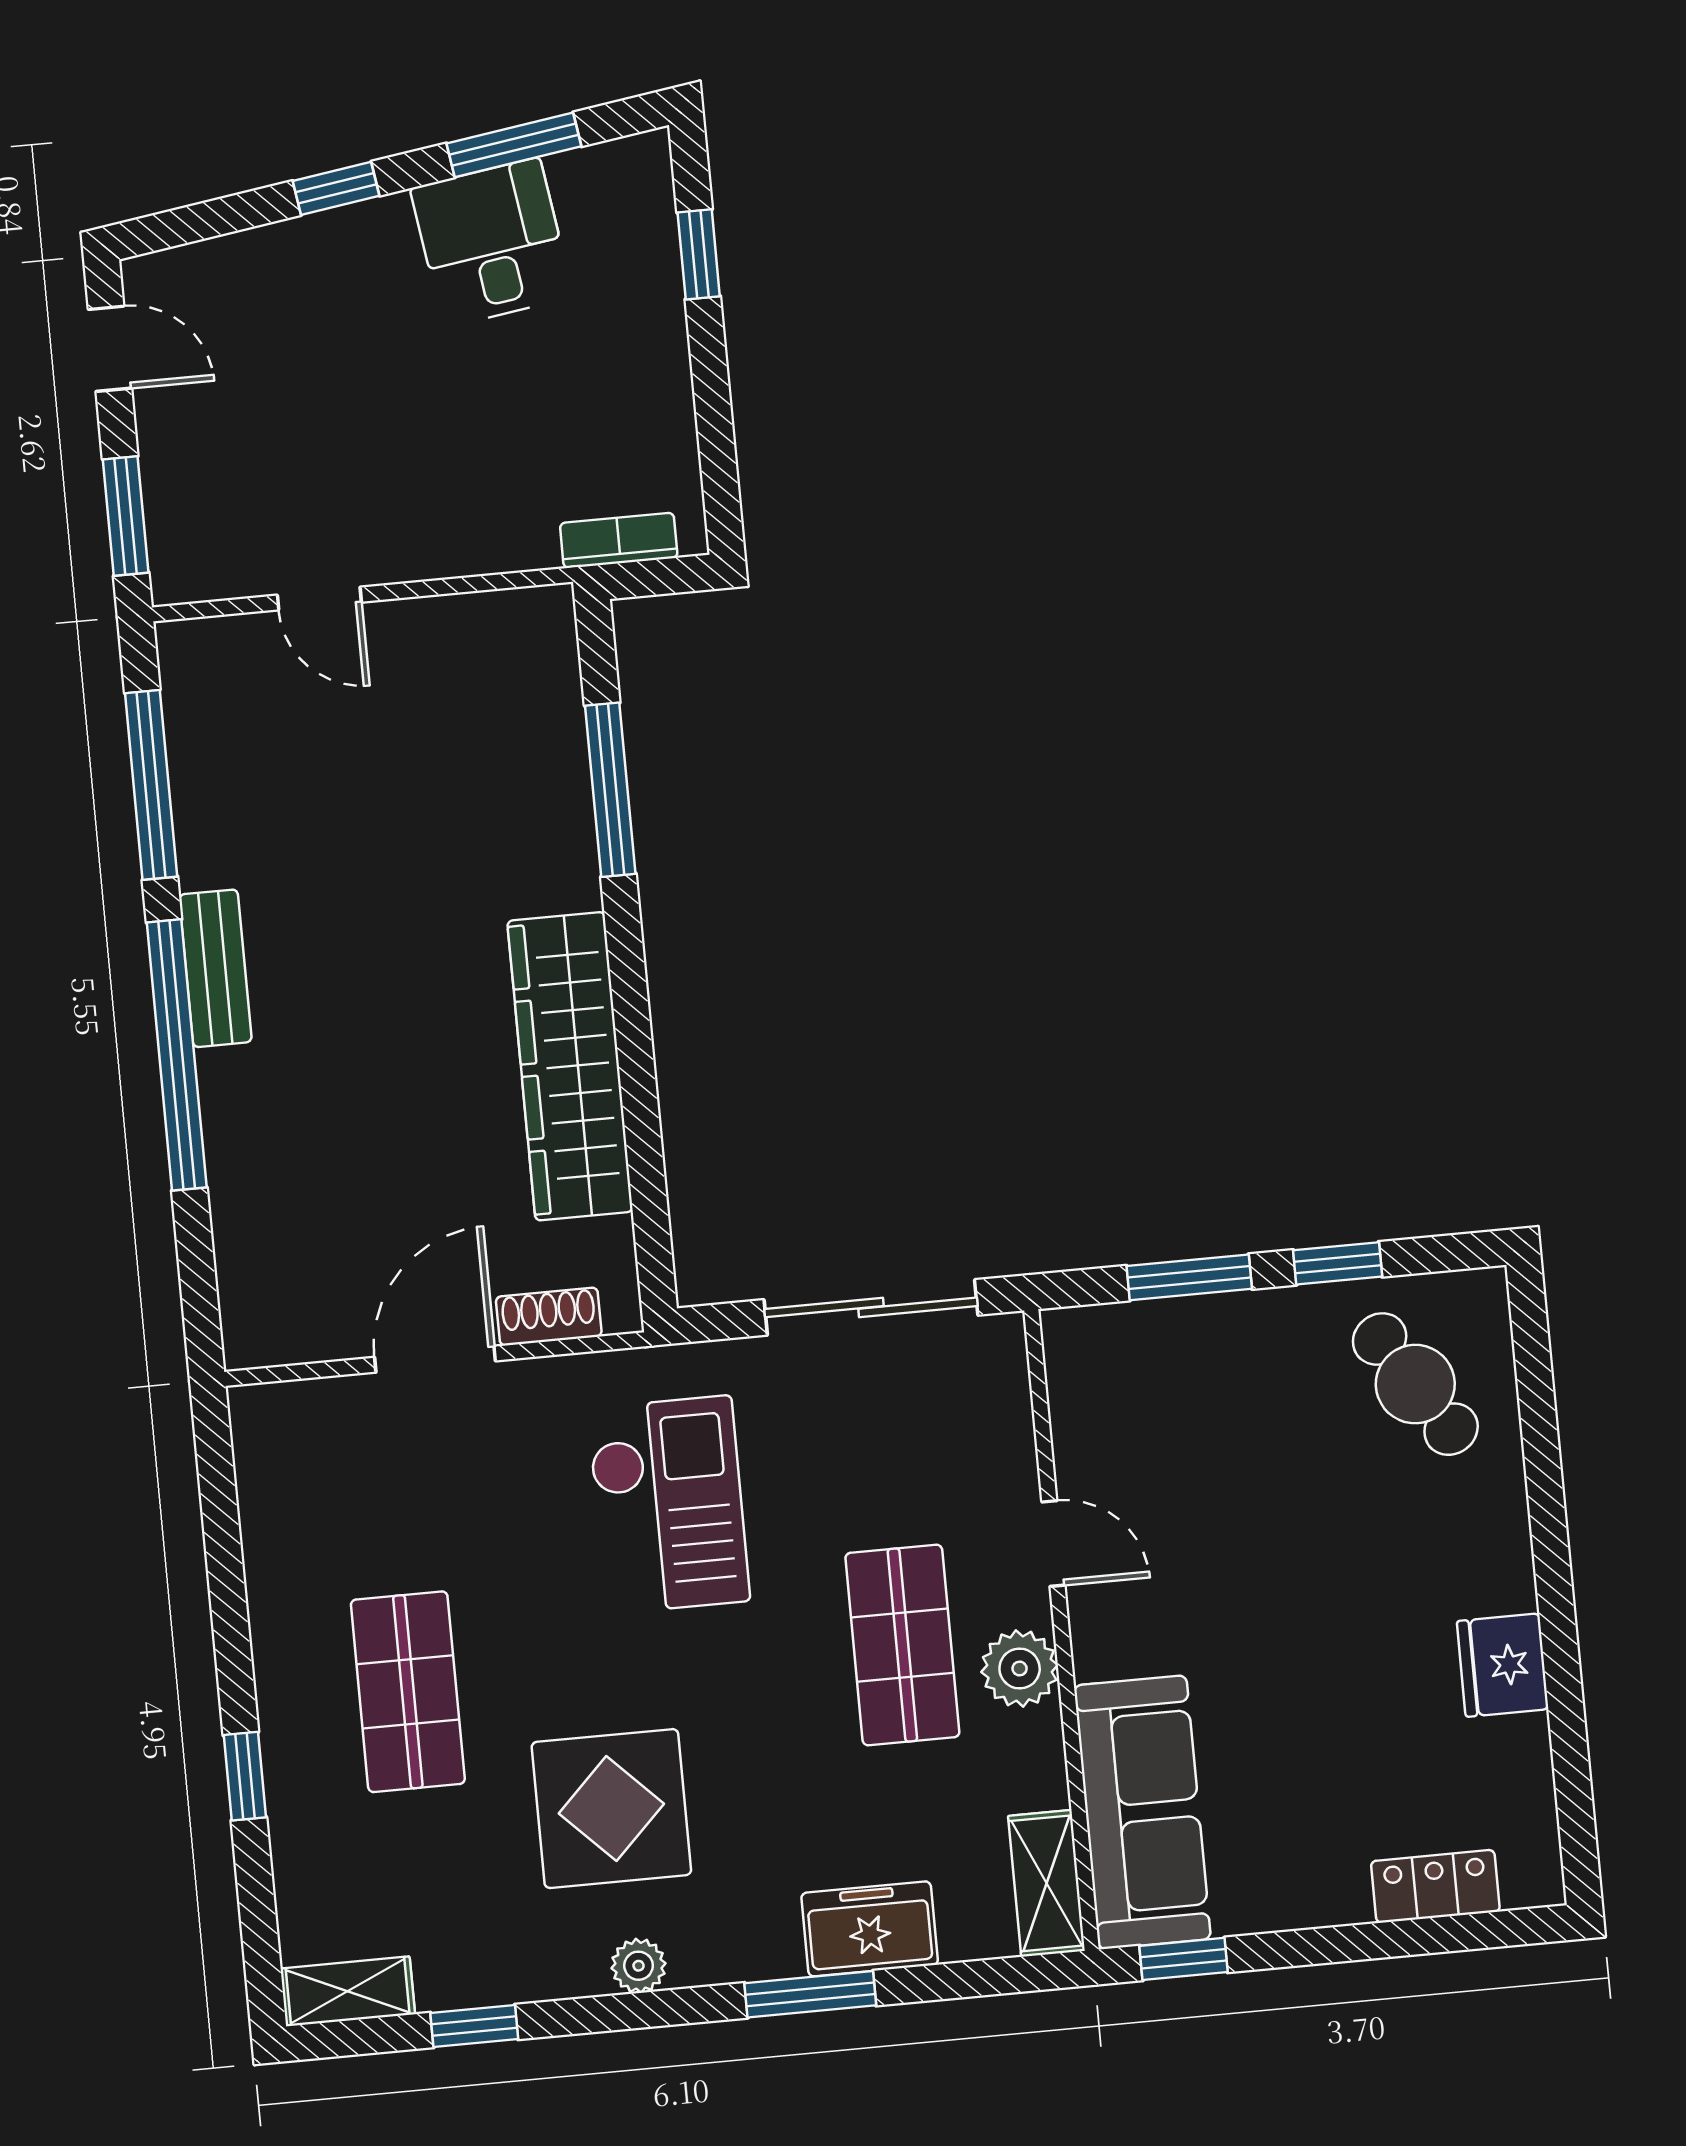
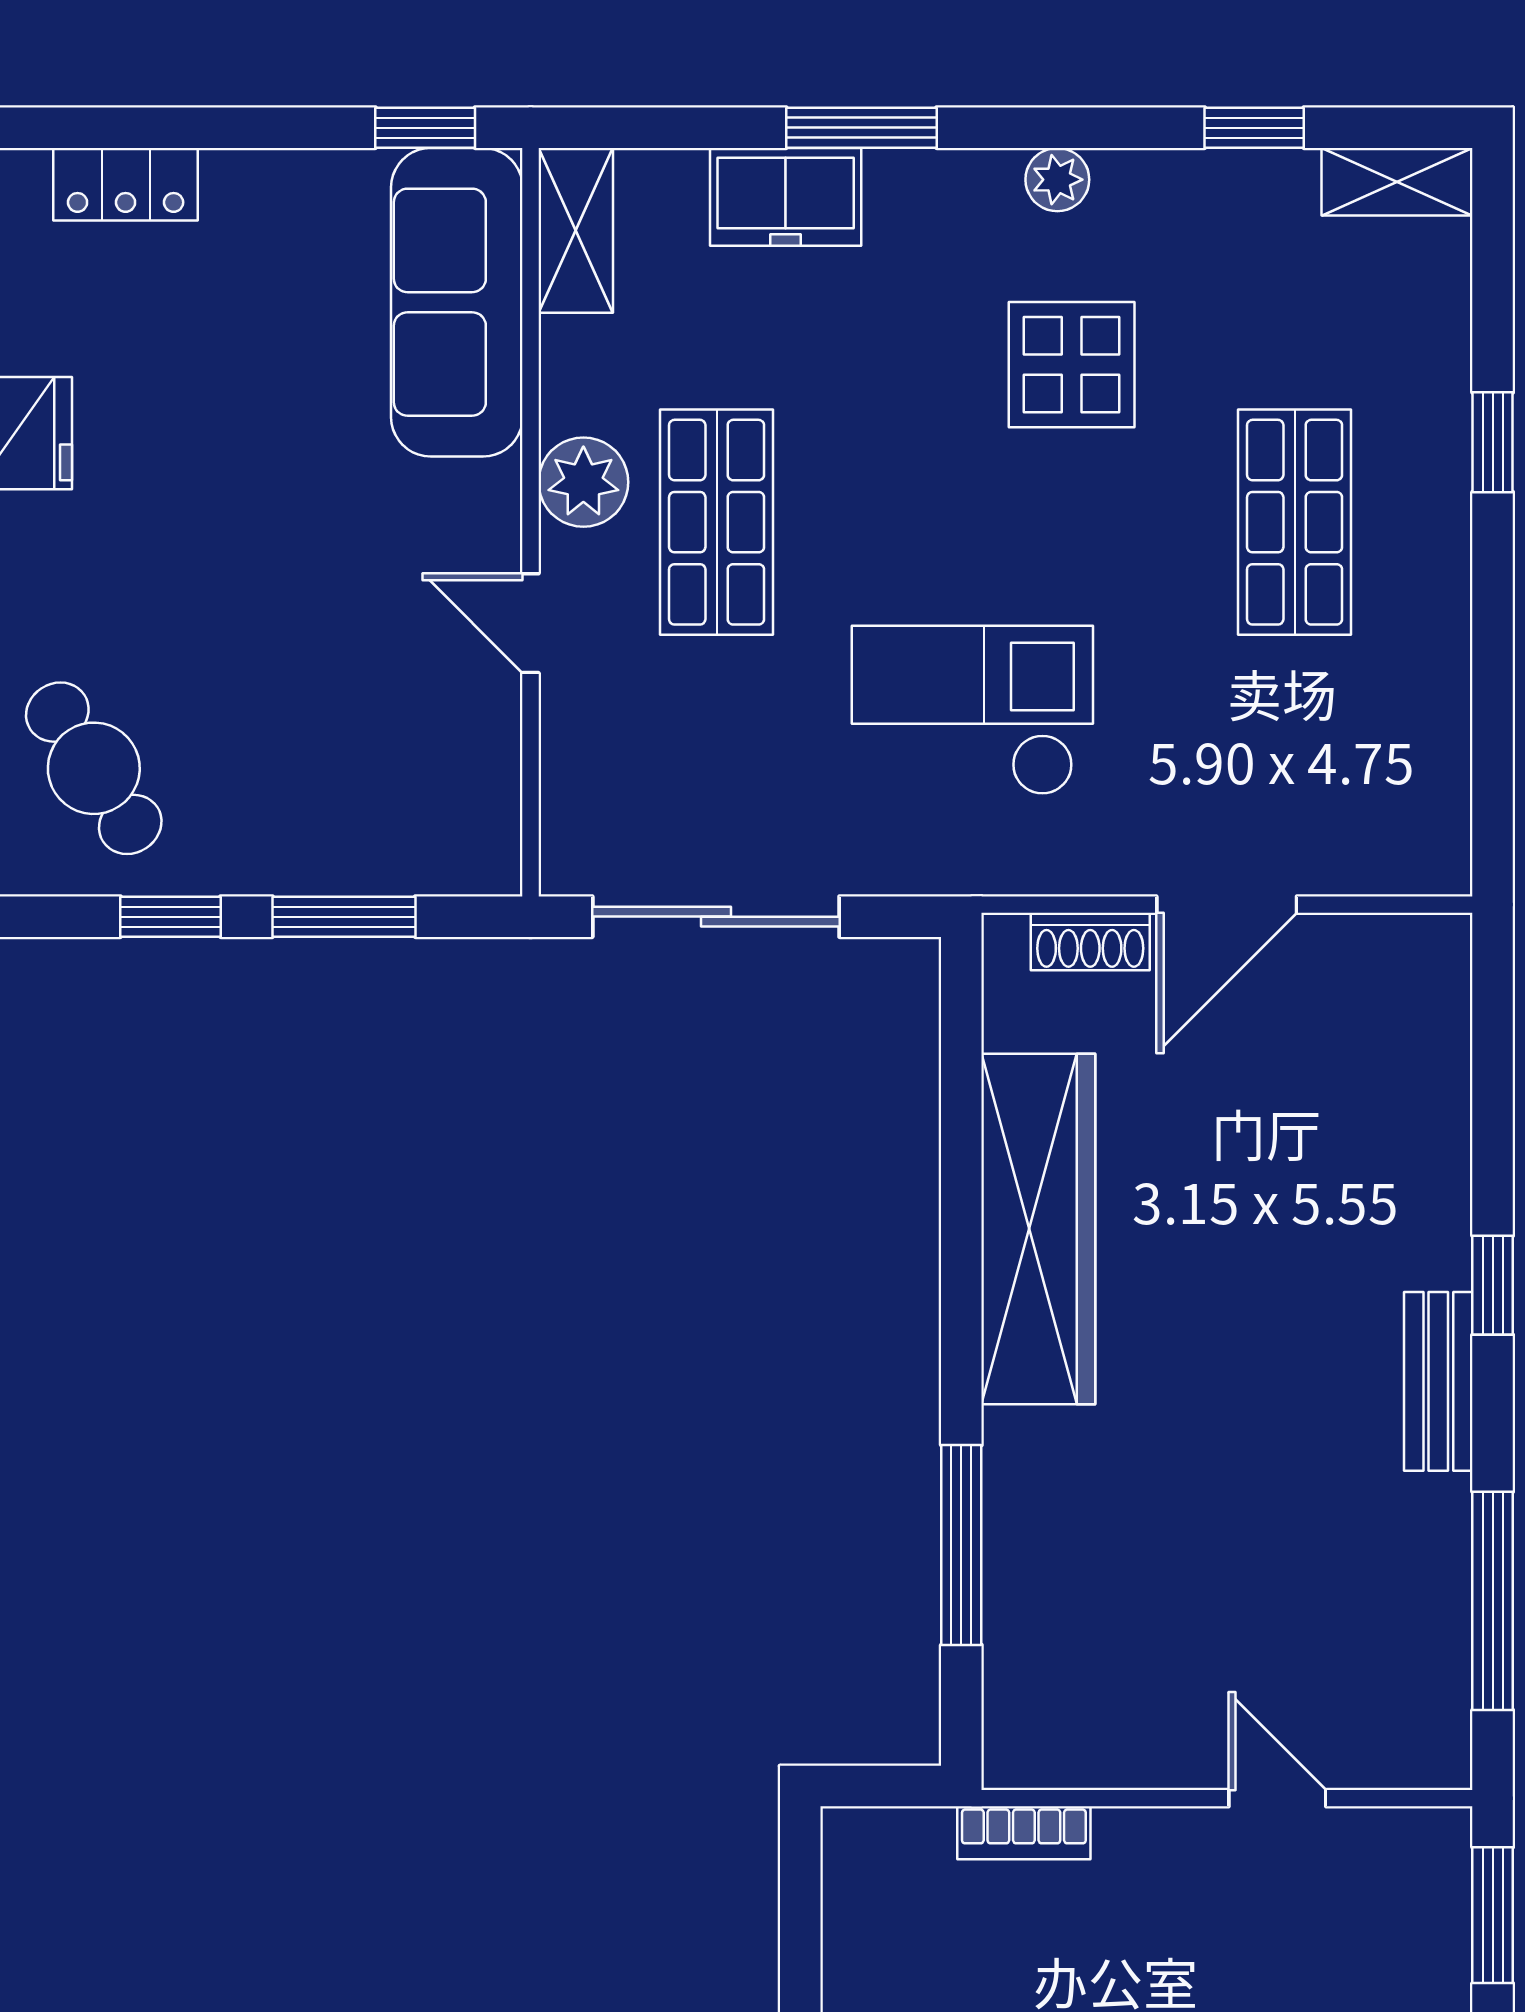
bookcase: (619, 540) -> (1024, 1833), moved
window: (177, 1055) -> (1493, 1285), width x0.32
checkout: (668, 1505) -> (972, 710), turned 90
display table: (611, 1809) -> (1072, 365), width x0.73, depth x0.73

